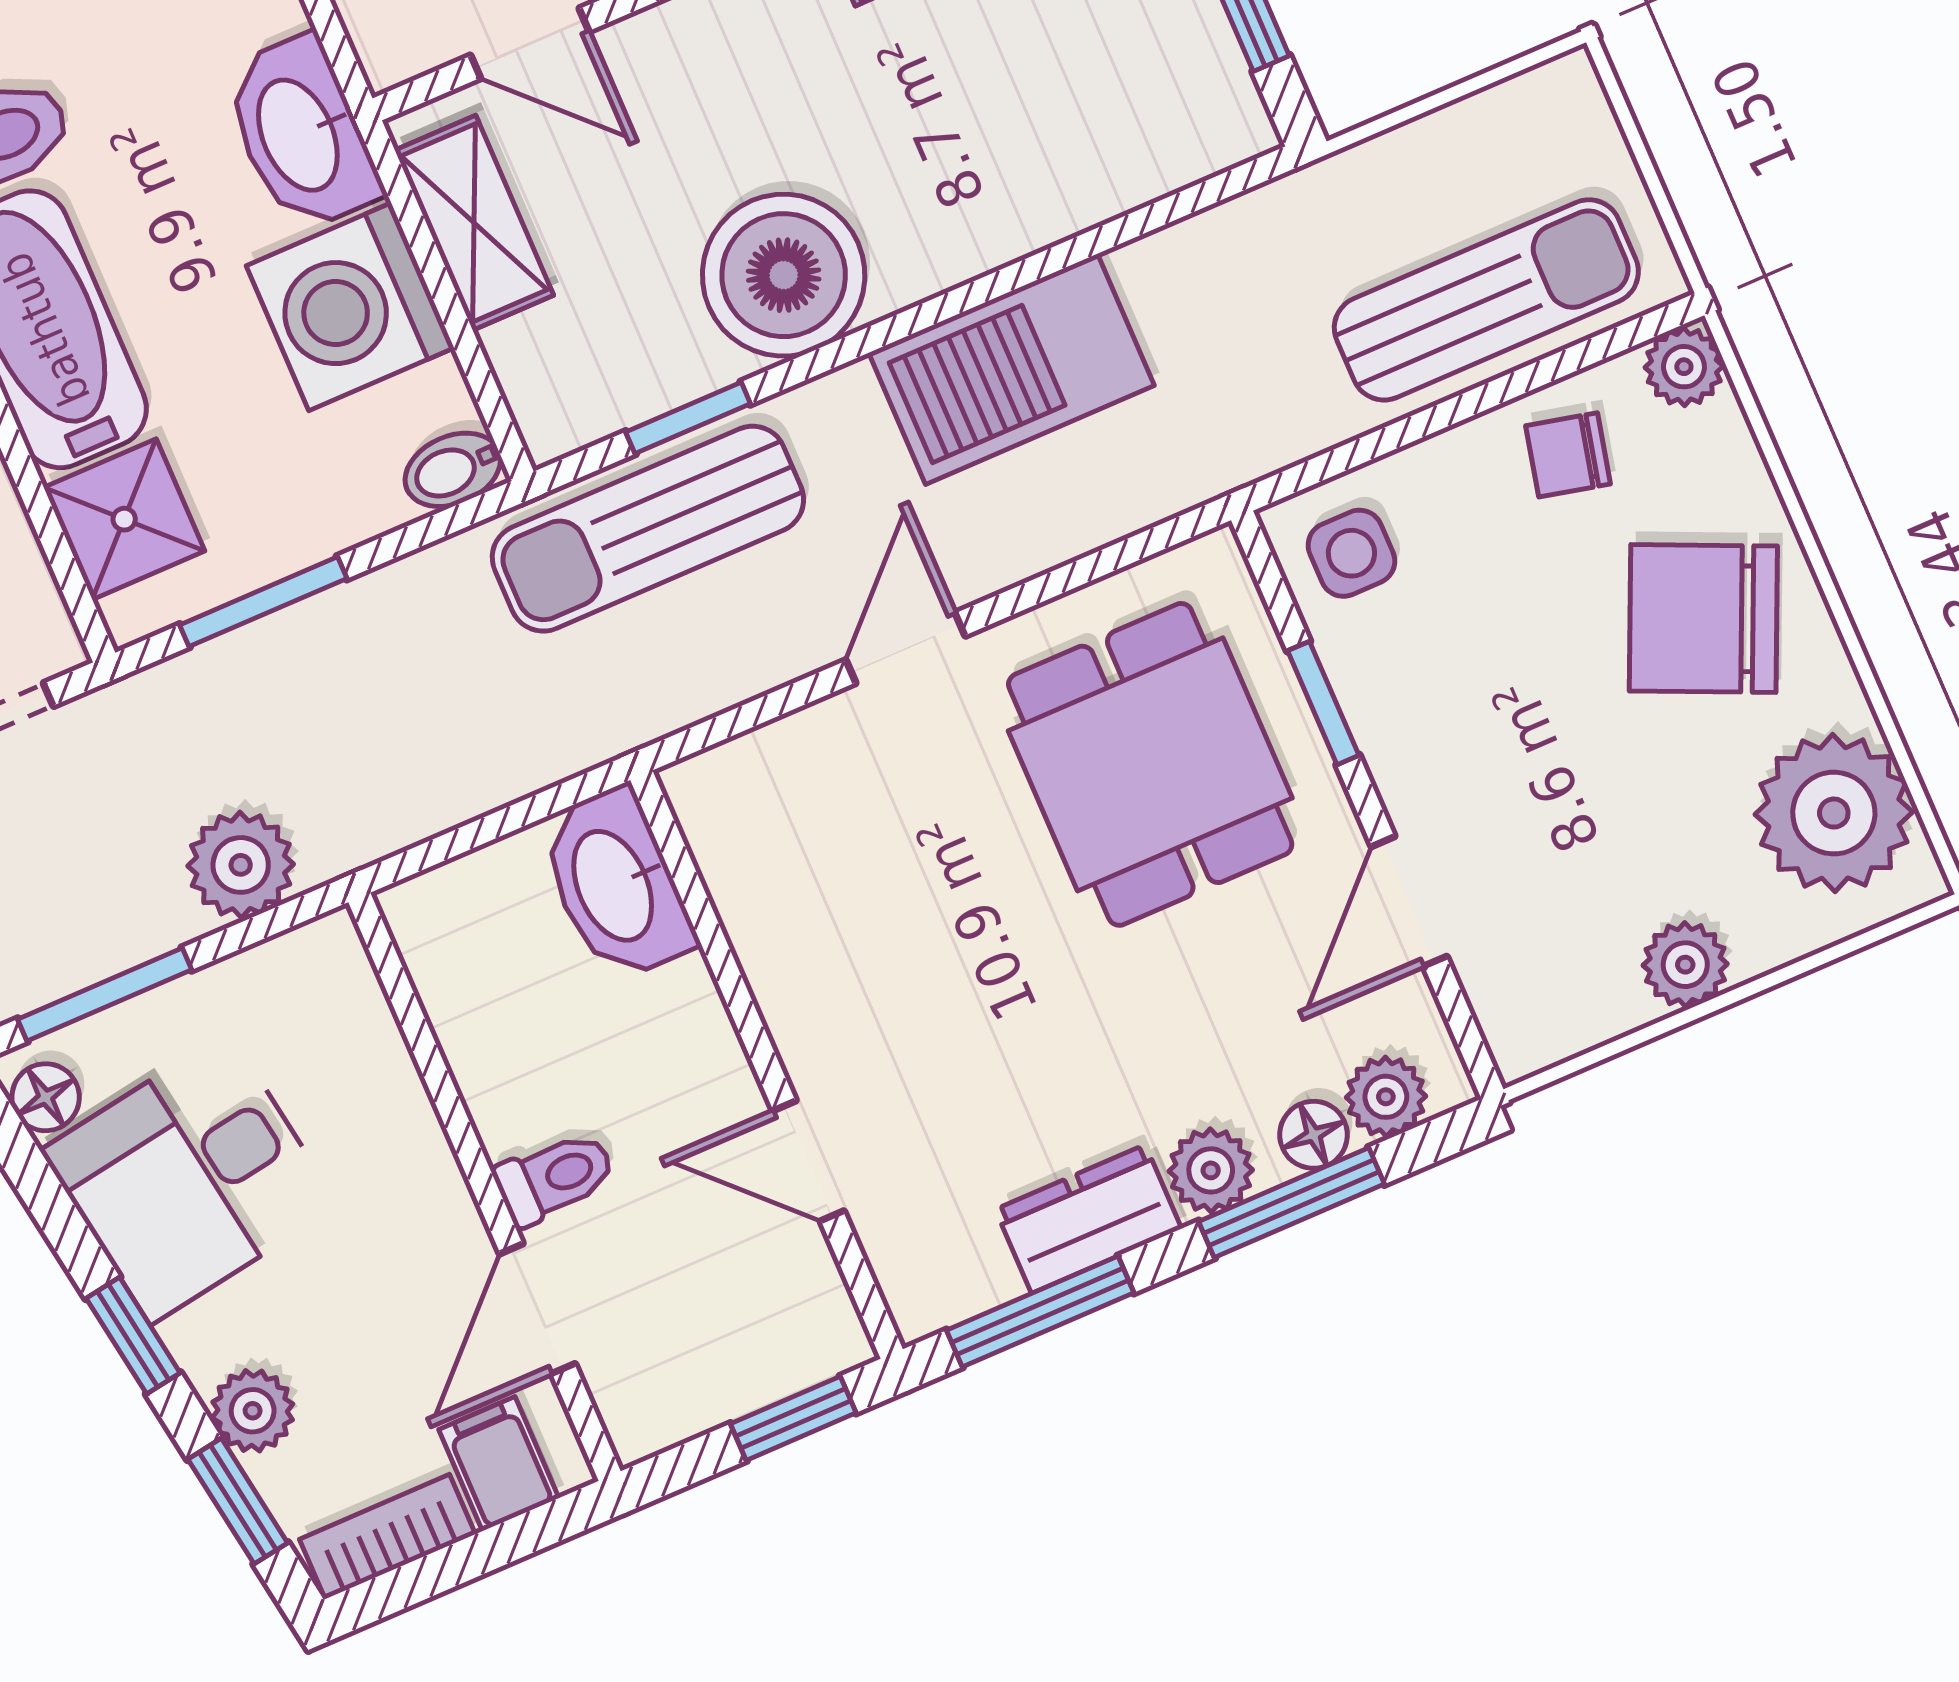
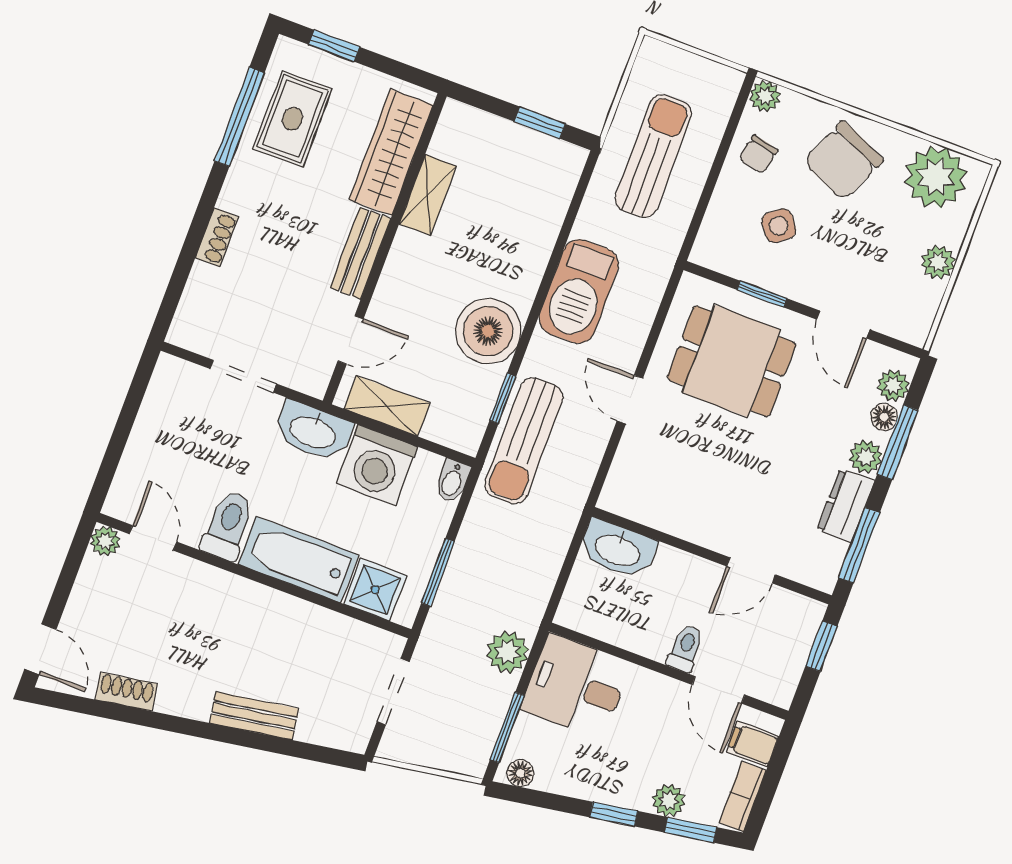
sun lounger: (1486, 300) -> (653, 156), moved
side table: (1351, 553) -> (779, 226), moved, turned -37
desk: (190, 1178) -> (576, 686), moved, turned 99

